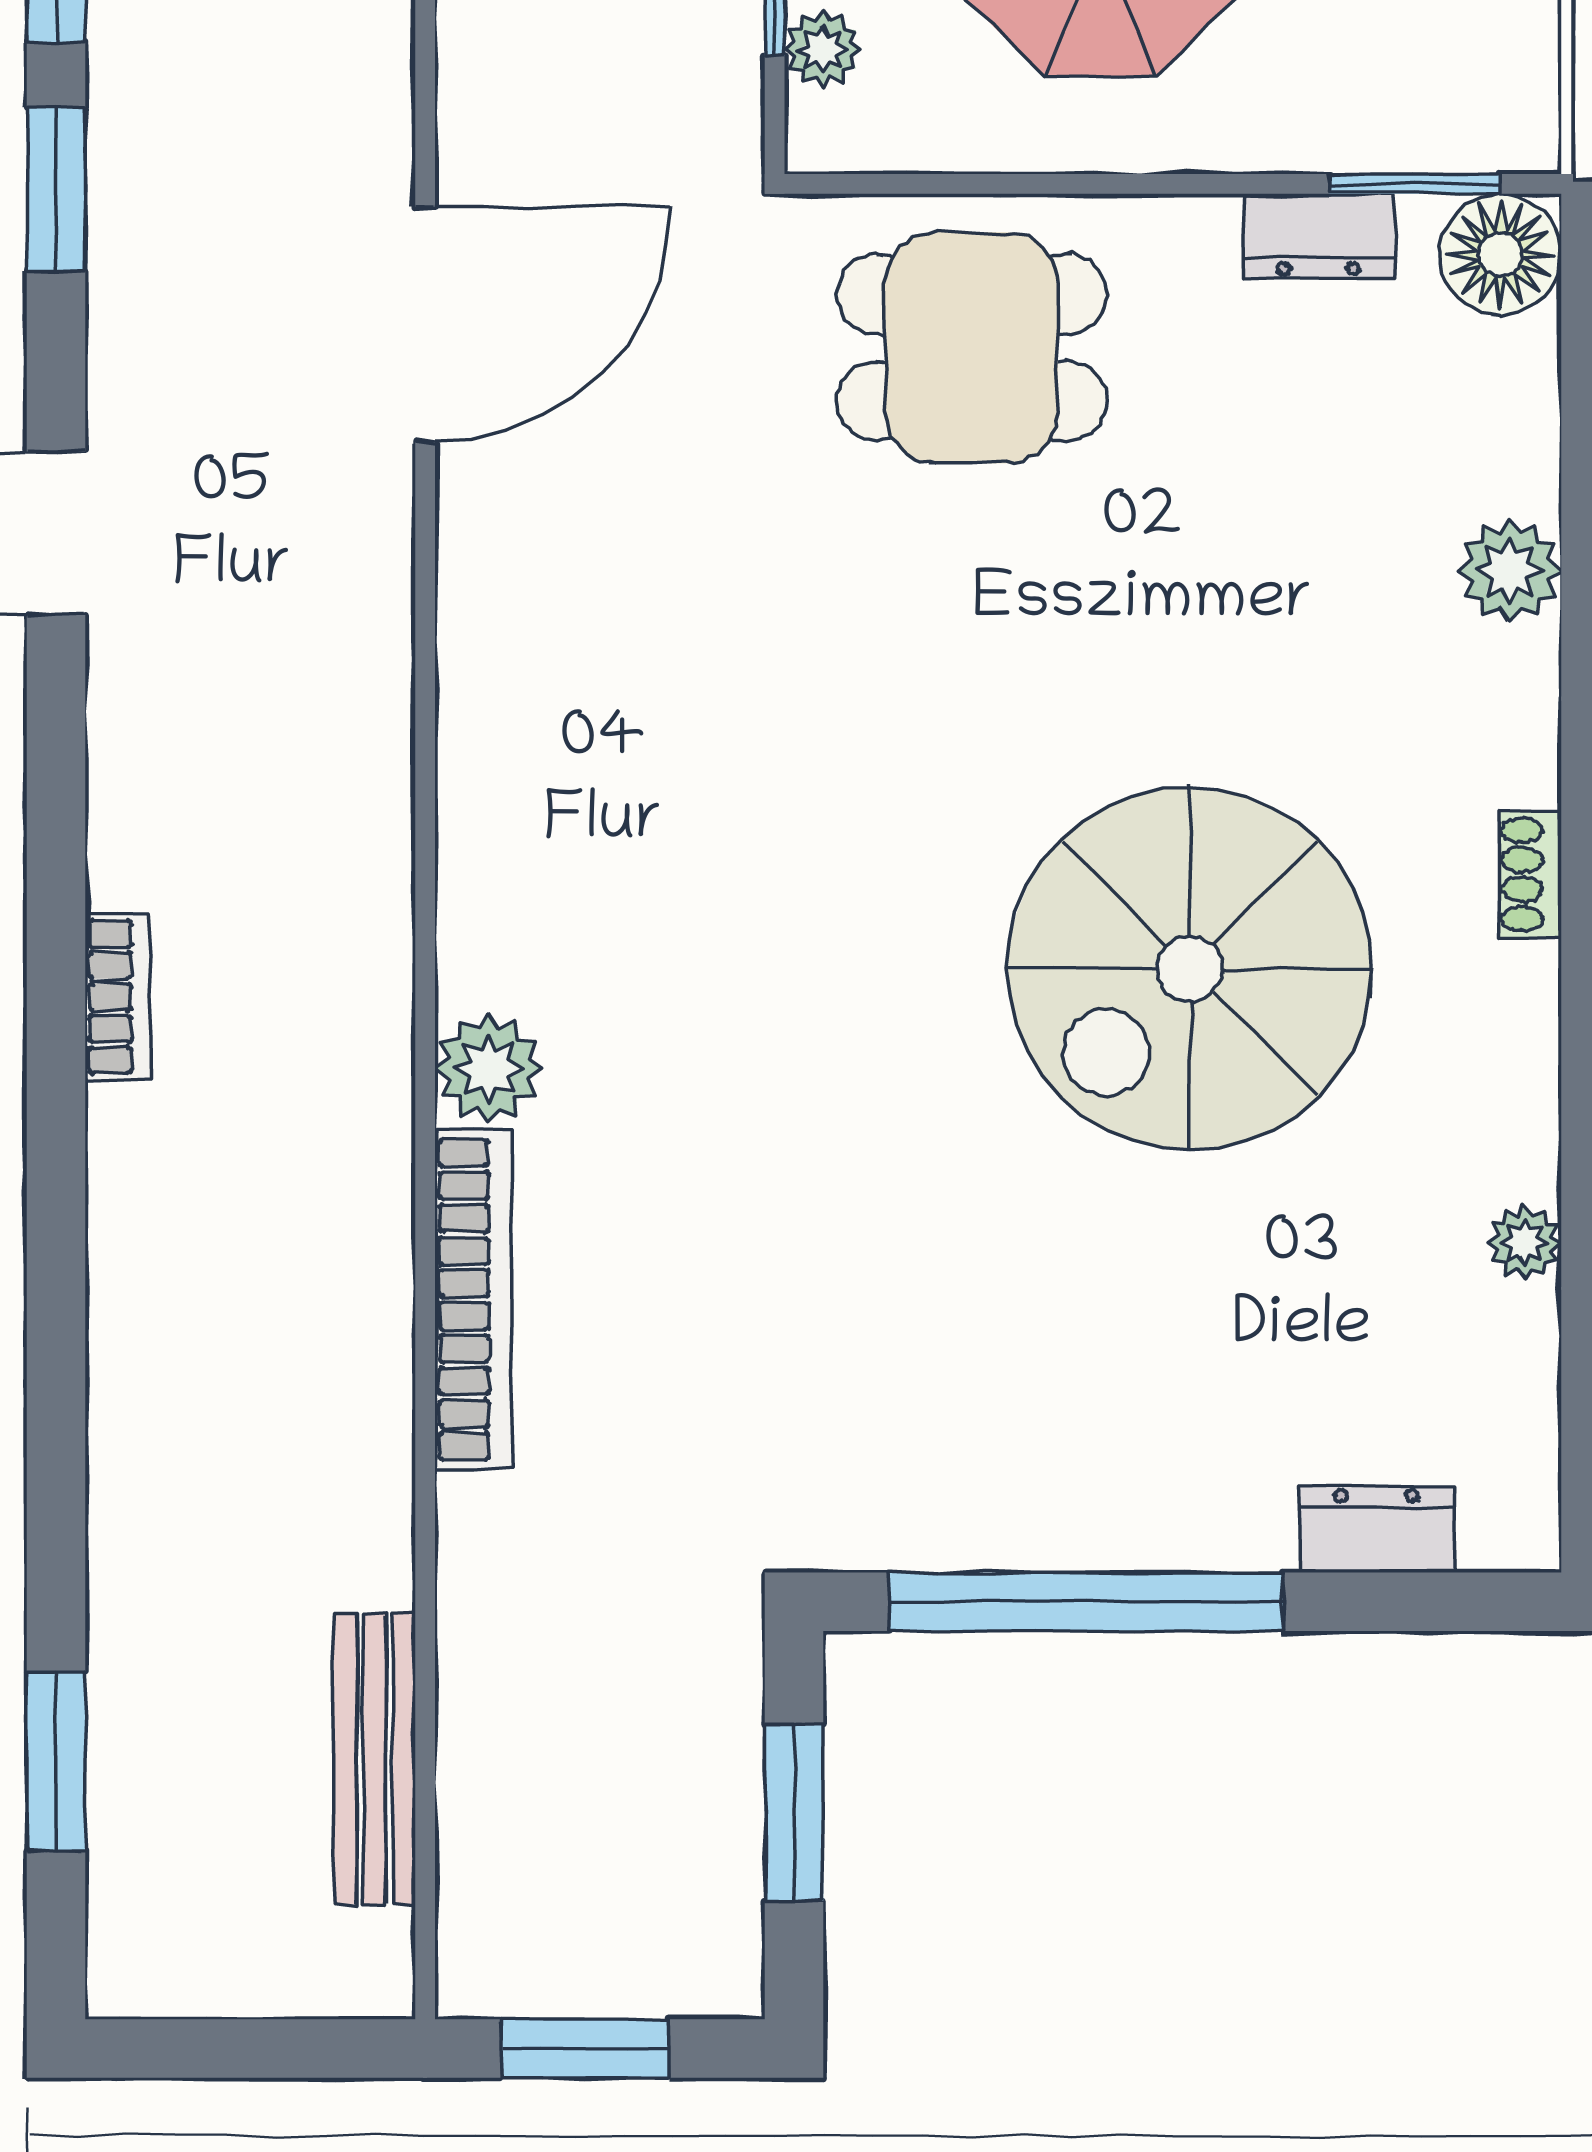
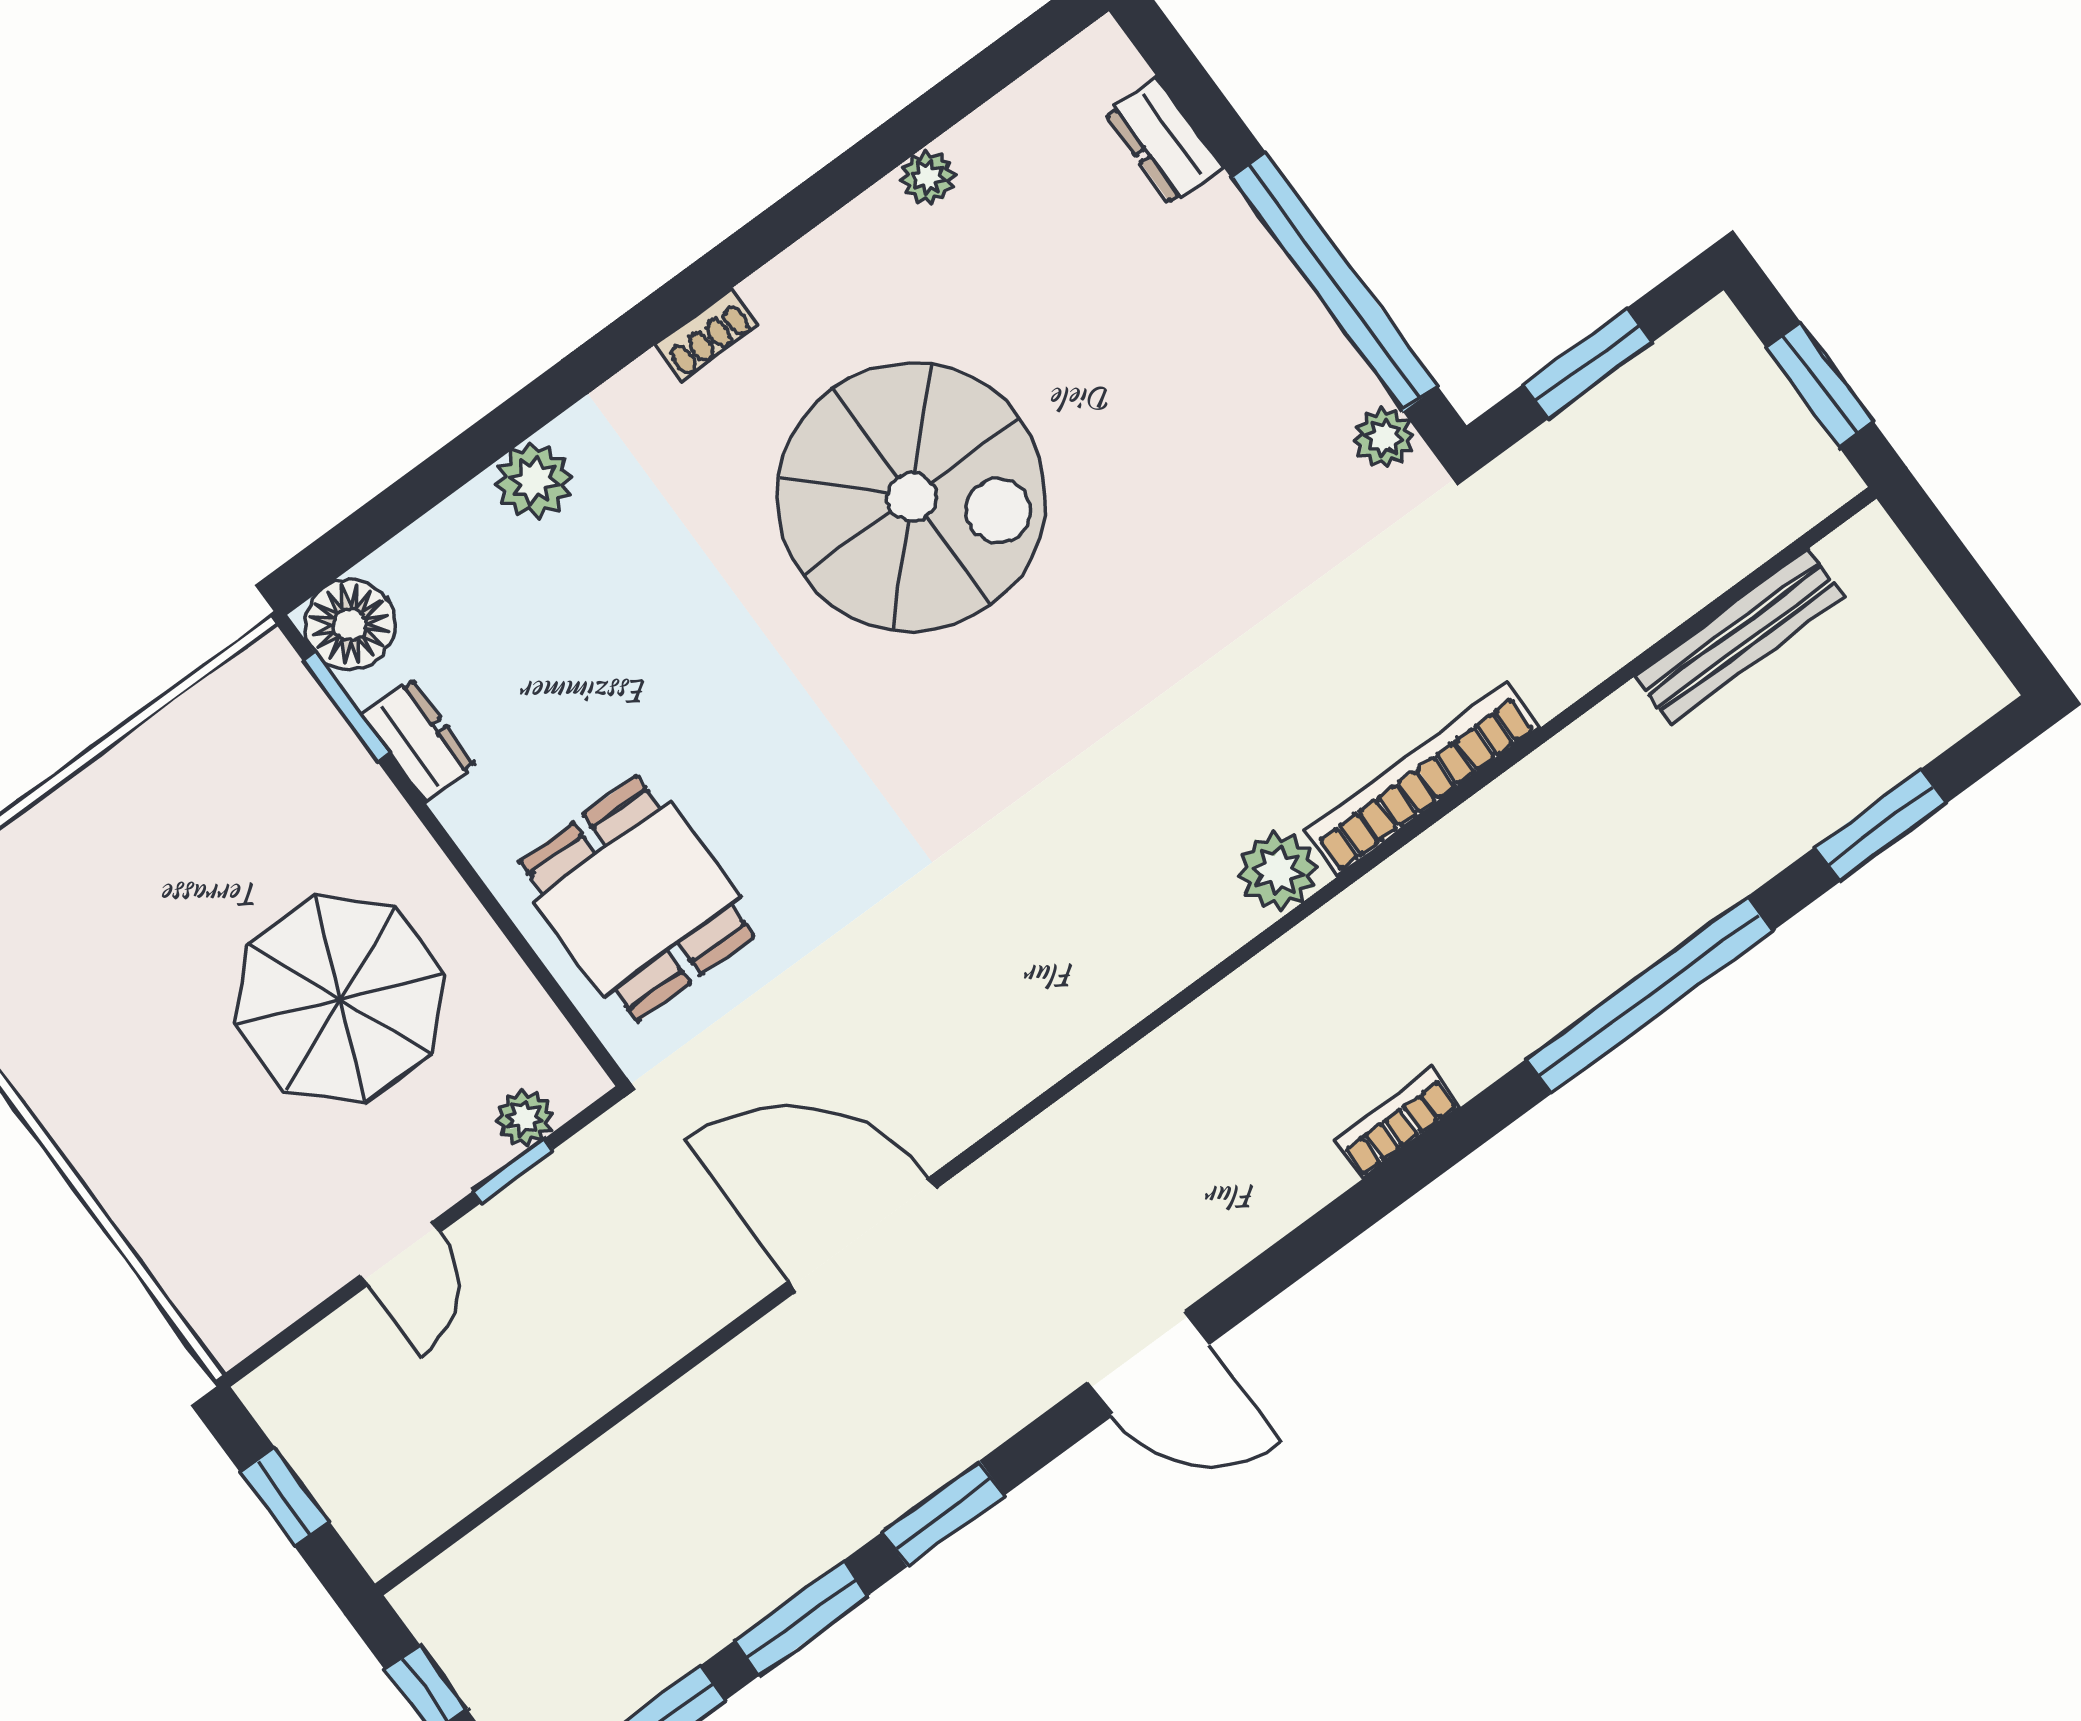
window: (56, 1374) -> (1649, 995), added
plant: (876, 1531) -> (1384, 437), added

